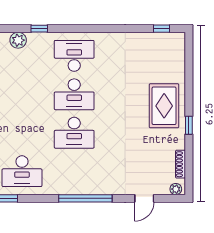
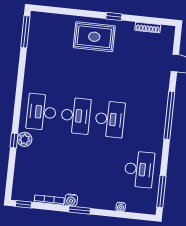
window: (162, 29) -> (25, 32), width x2.17
plant: (18, 40) -> (25, 139), moved
plant: (176, 189) -> (169, 34), removed

